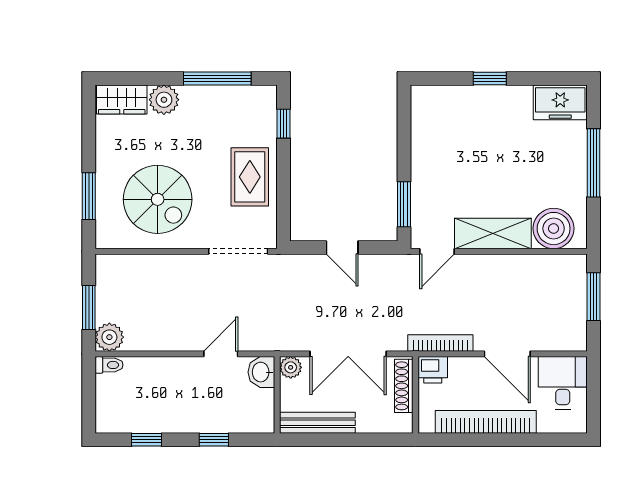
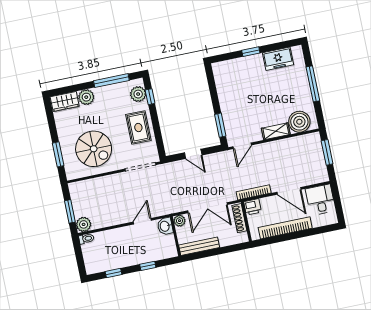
freezer: (560, 102) -> (278, 59), moved
plant: (262, 114) -> (138, 94), added
shelving: (493, 234) -> (276, 131), width x0.67, depth x0.75

